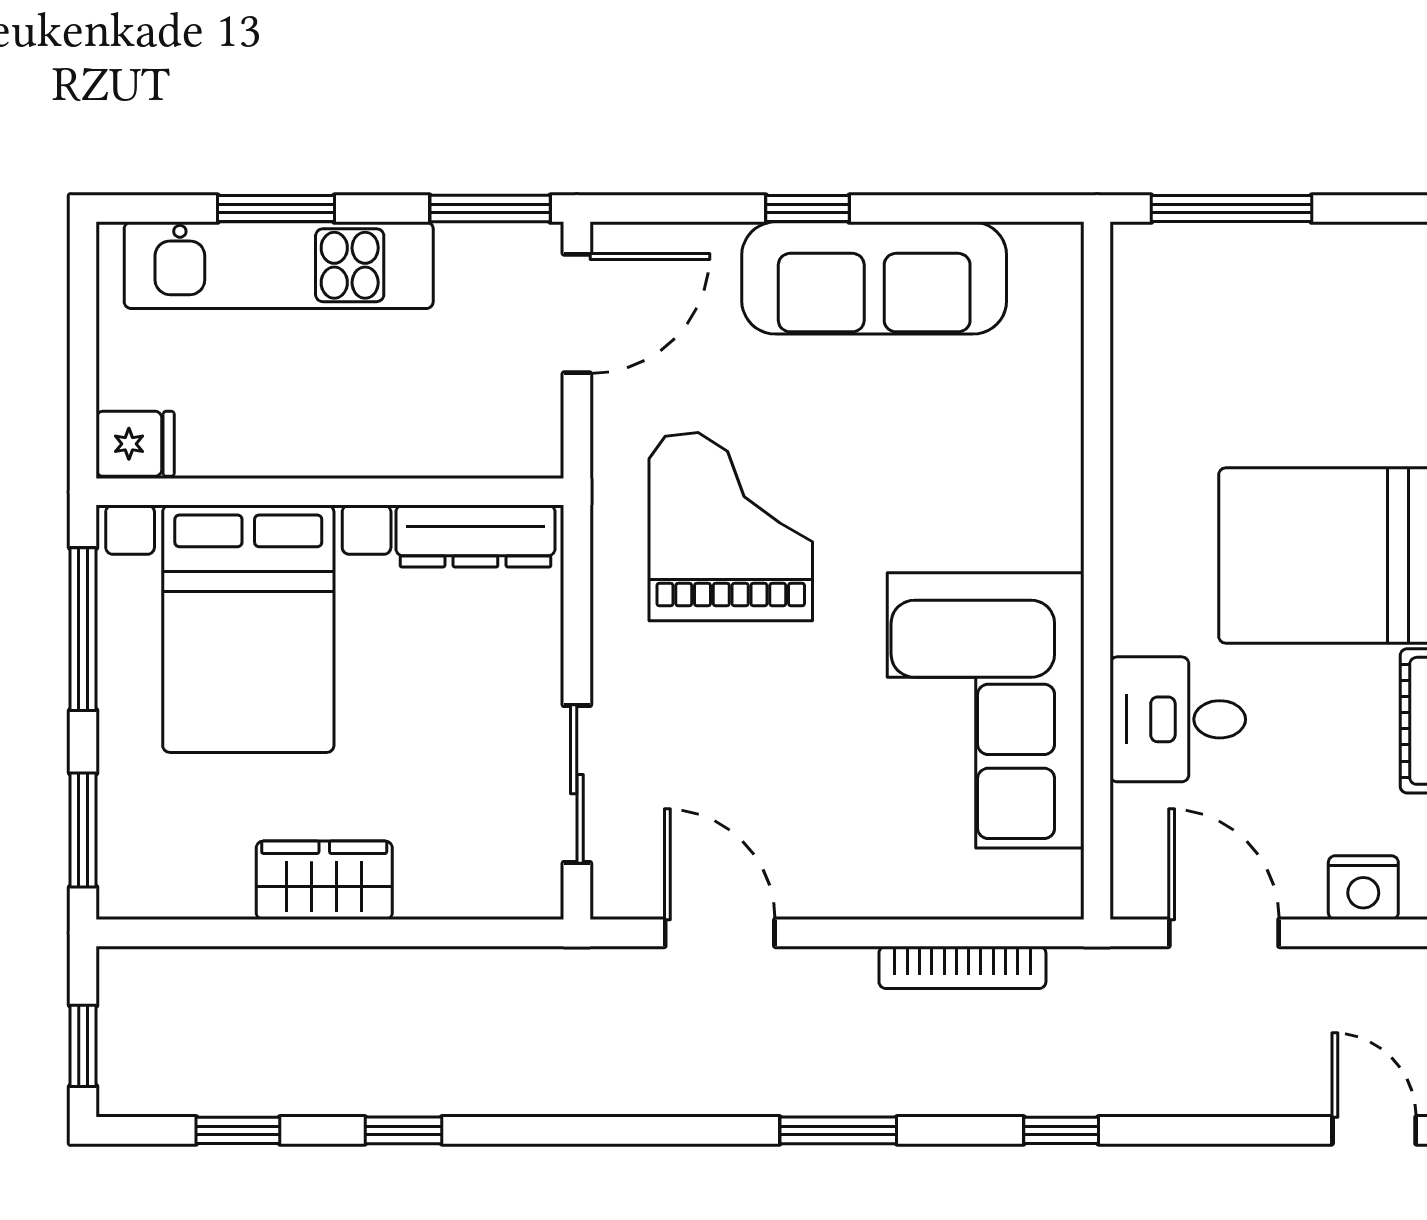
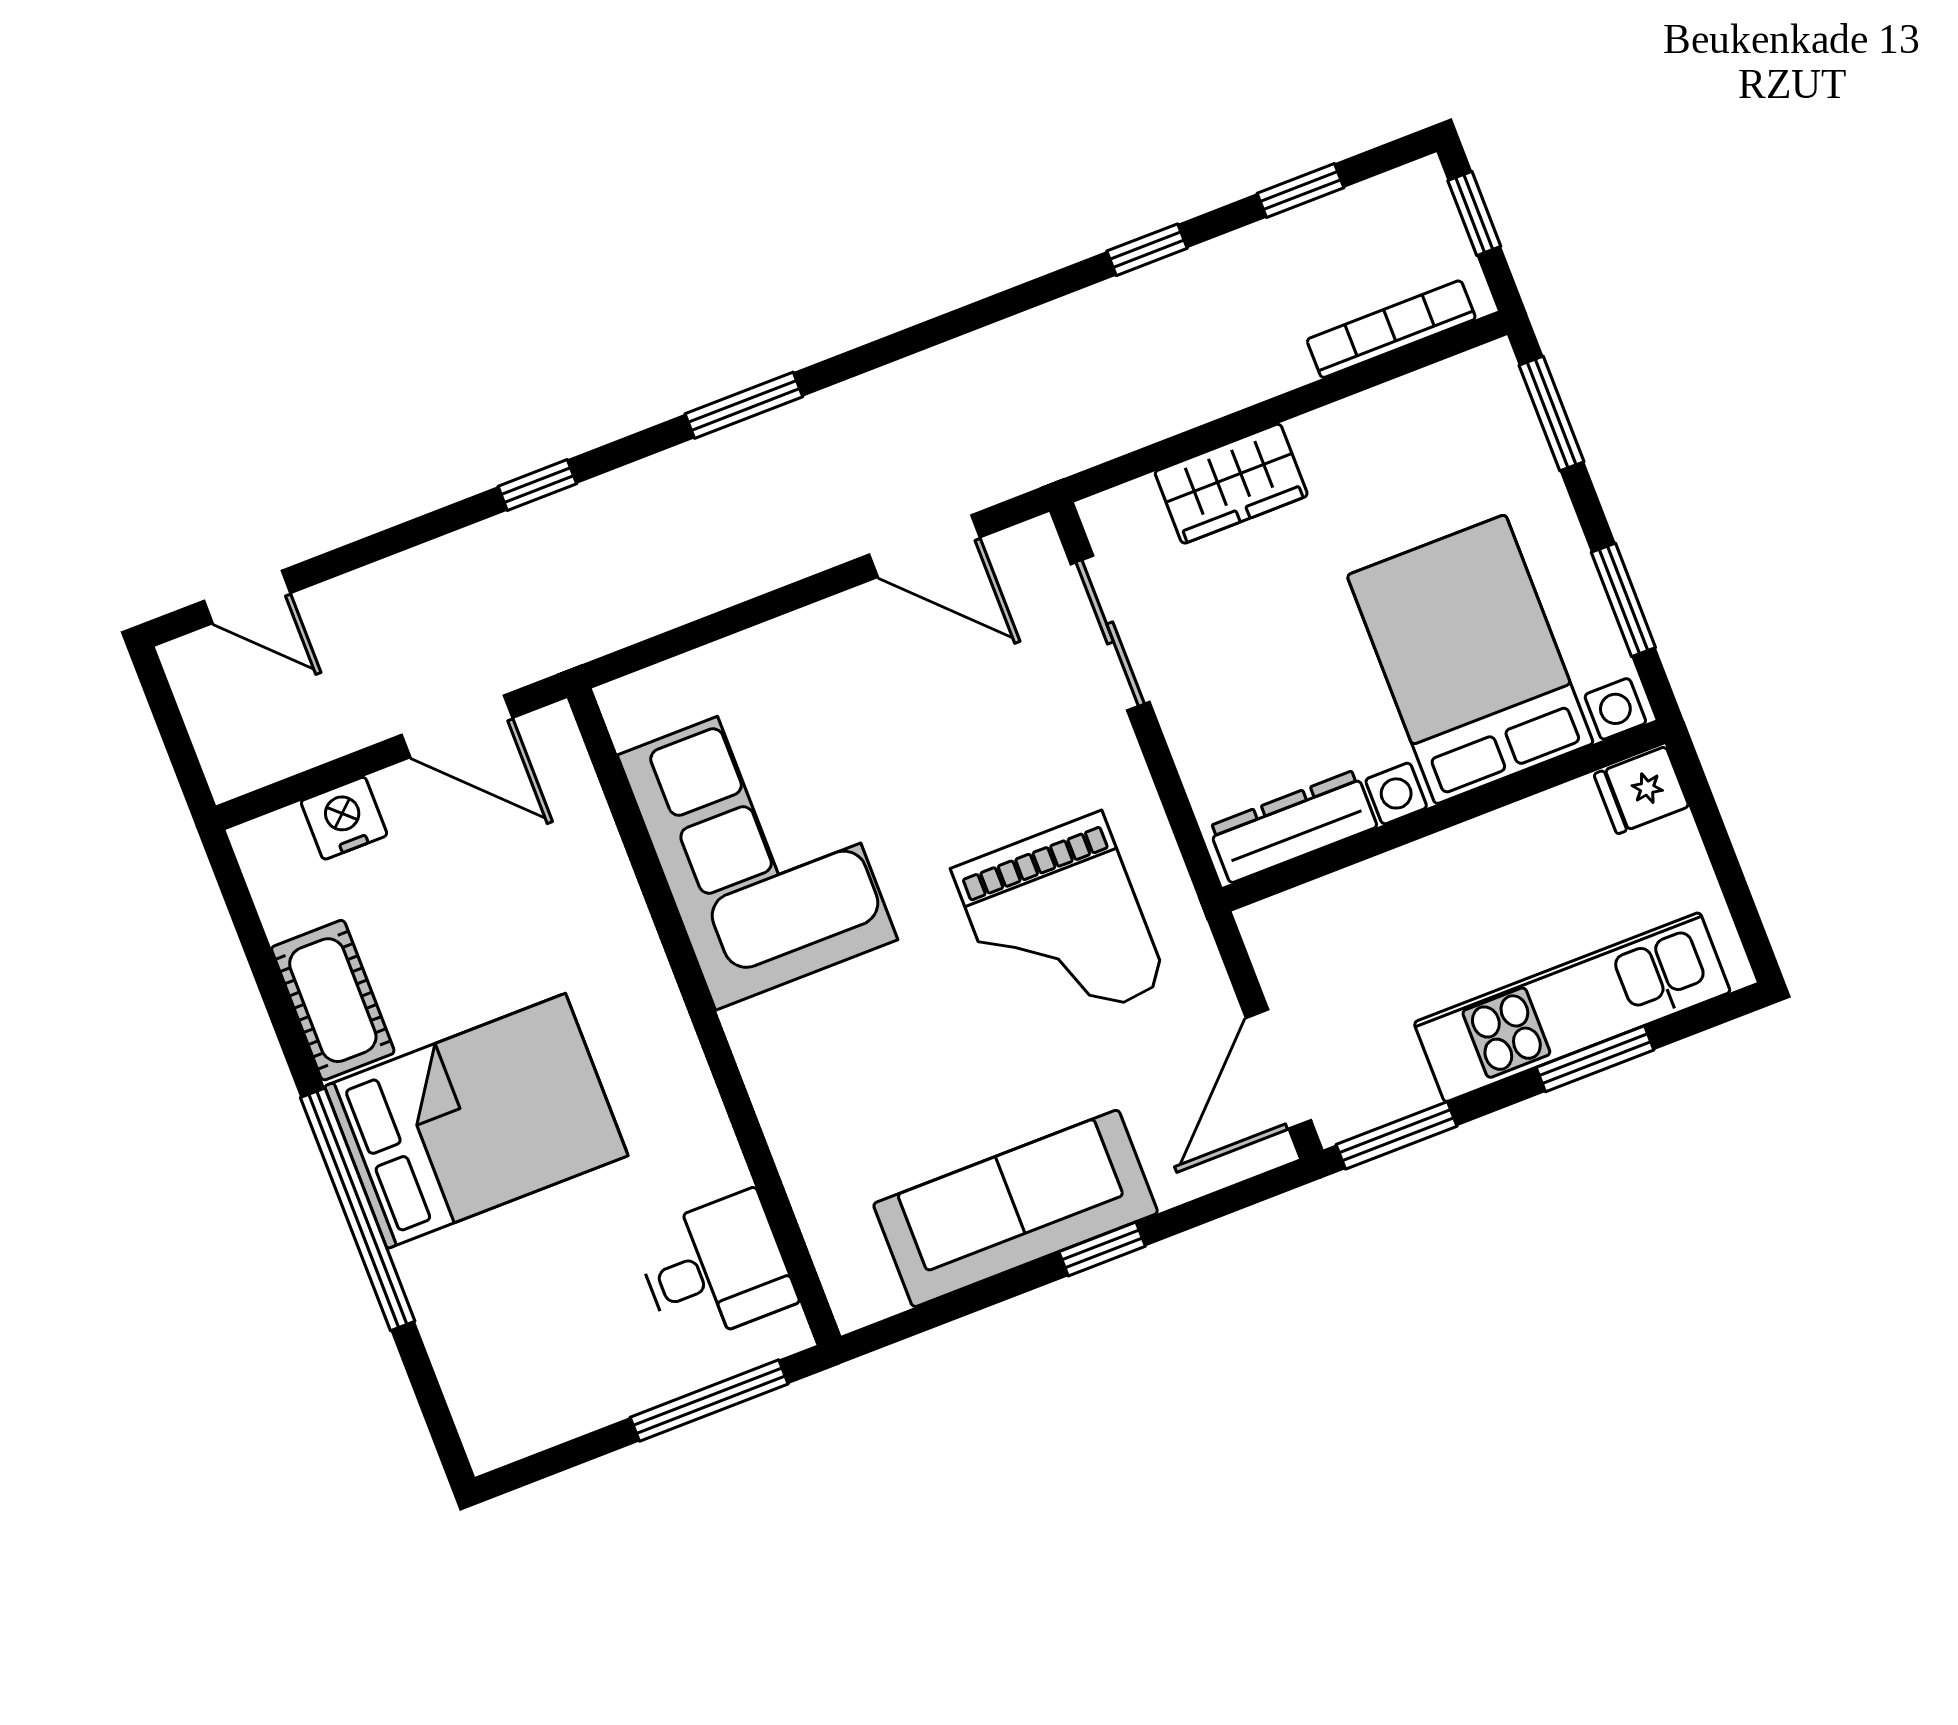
window: (83, 629) -> (1623, 600), width x0.69
desk: (1178, 719) -> (715, 1268), moved
wardrobe: (324, 880) -> (1231, 484), moved
bookcase: (962, 967) -> (1391, 329), moved

